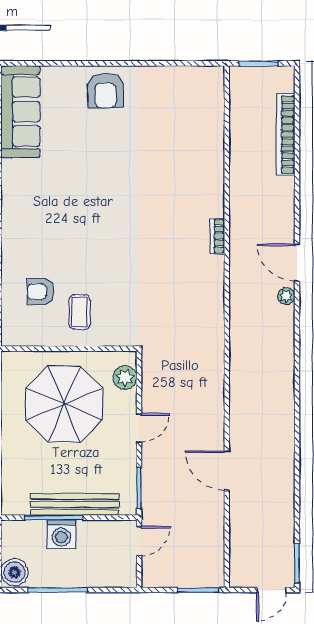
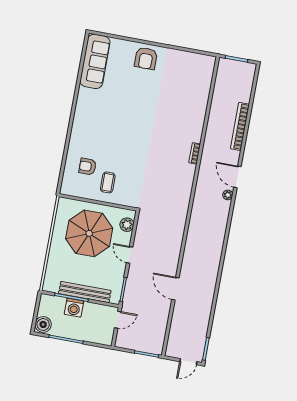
bookcase: (286, 135) -> (240, 126), moved
door: (139, 428) -> (130, 255), swing flipped

